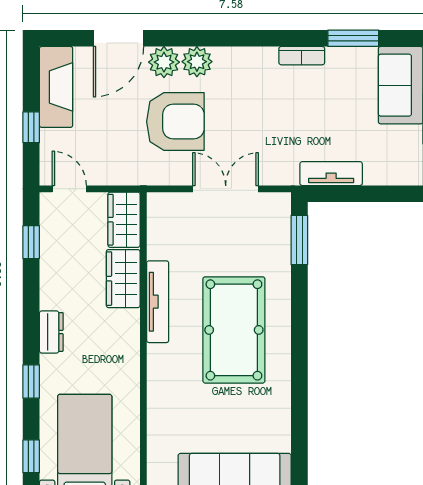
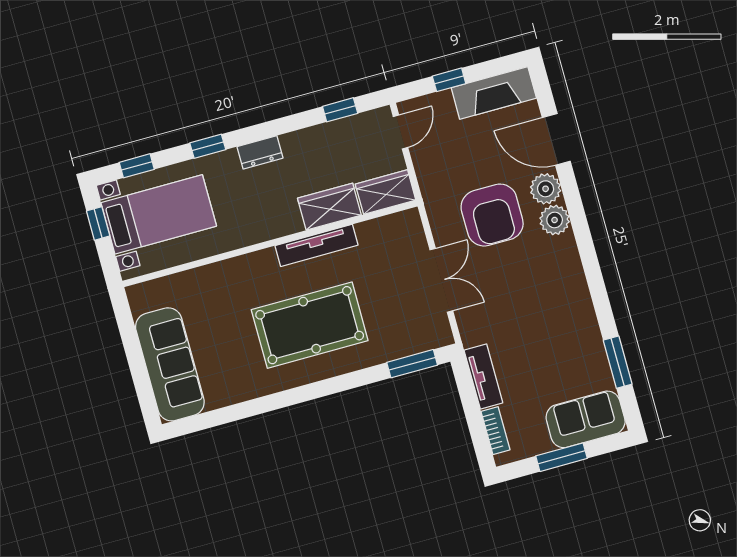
bookcase: (302, 56) -> (495, 431), moved, turned 180

